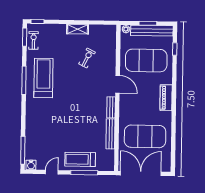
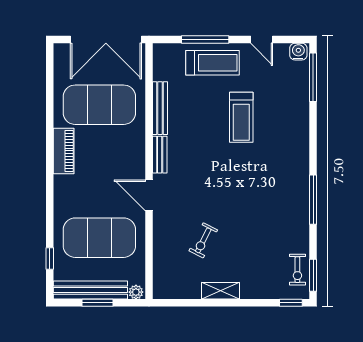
treadmill: (43, 78) -> (241, 117), moved, width x0.73, depth x0.73
piano: (166, 98) -> (64, 151), moved
door: (52, 172) -> (262, 40), hinge flipped

